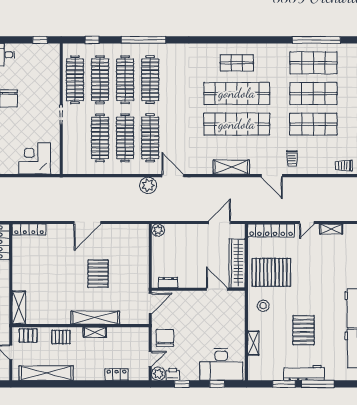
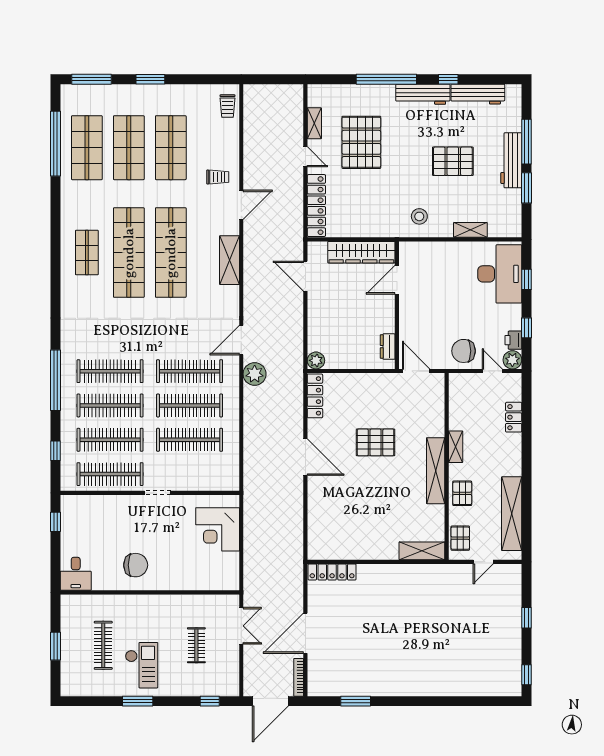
locker: (29, 229) -> (315, 396), moved
pallet: (271, 272) -> (361, 142), moved
shelving: (95, 318) -> (436, 471), moved

